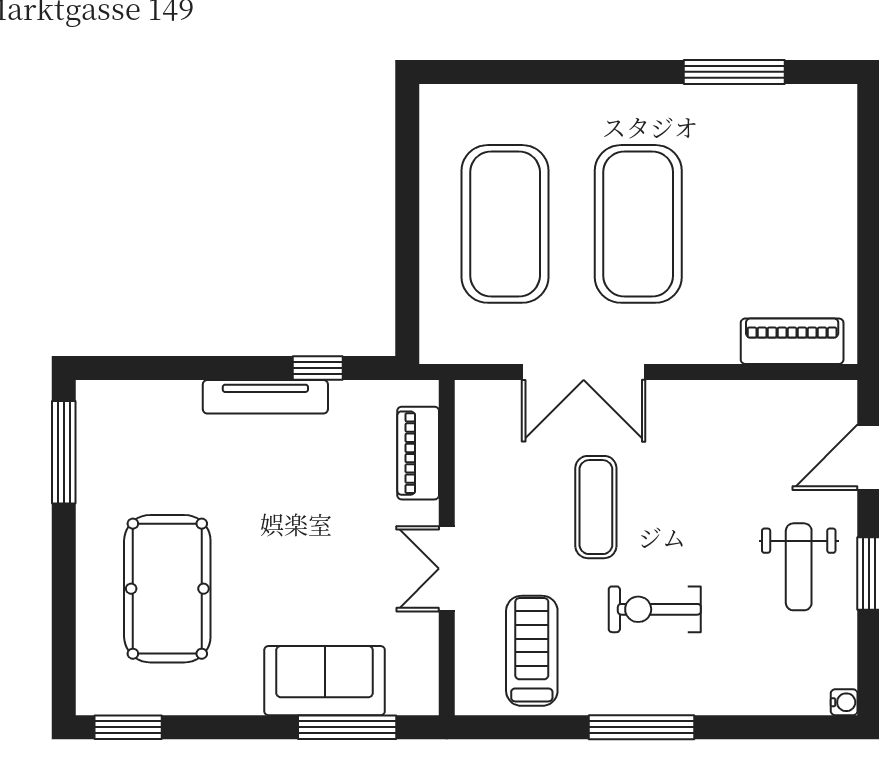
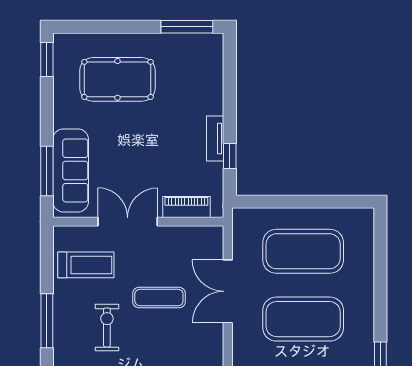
tv unit: (265, 397) -> (215, 139), width x0.71
double door: (447, 569) -> (128, 222), width x1.37
sofa: (325, 681) -> (71, 170), width x1.36

